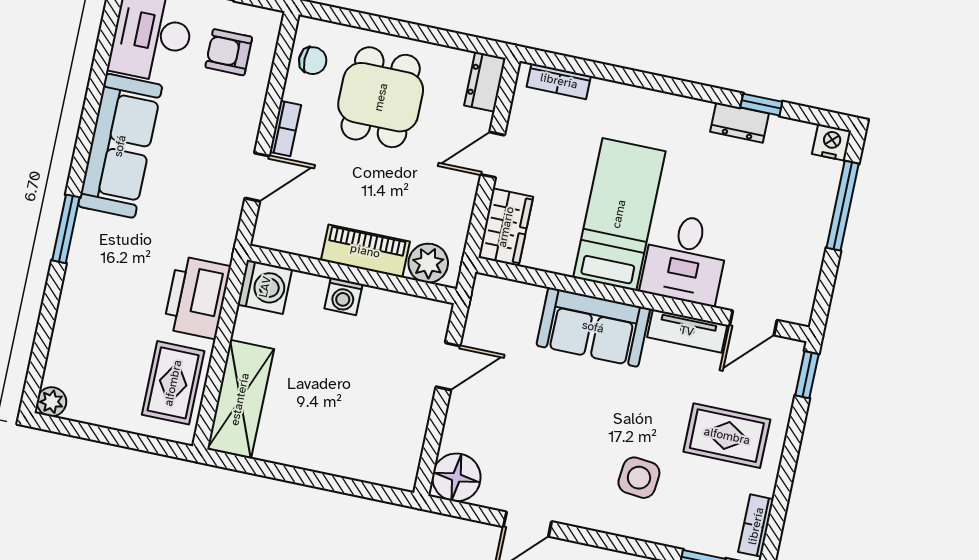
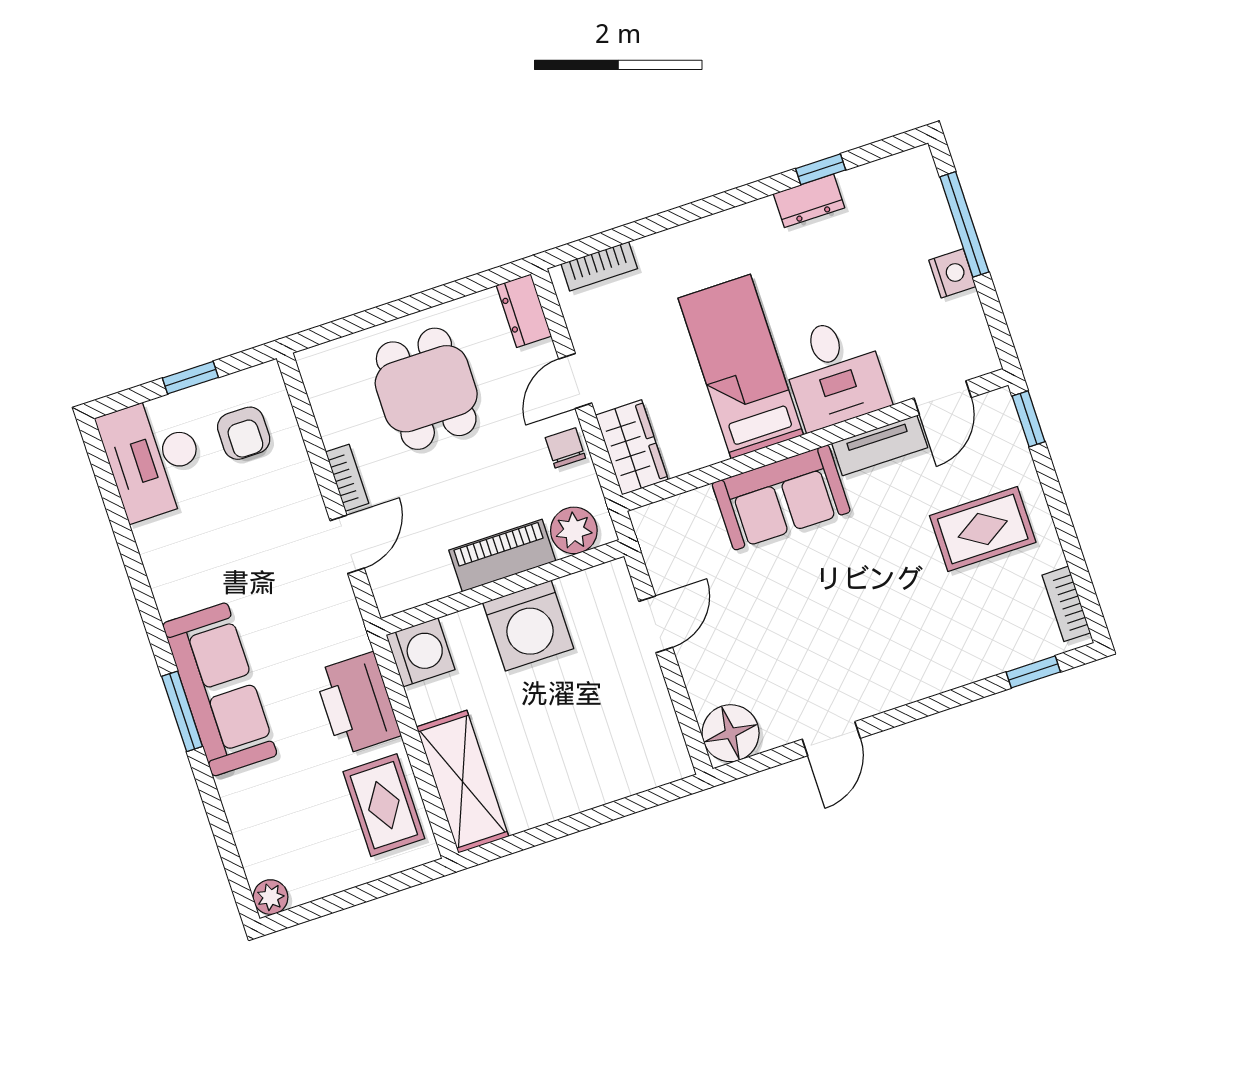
armchair: (229, 52) -> (244, 433), turned -90
chair: (313, 61) -> (565, 448), moved, turned -90
nightstand: (832, 142) -> (952, 273), moved, turned 90
sofa: (120, 146) -> (220, 689), moved
washing machine: (343, 296) -> (528, 626), width x1.89, depth x1.89
side table: (639, 478) -> (918, 625), removed

